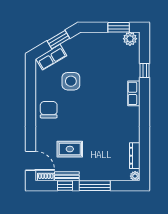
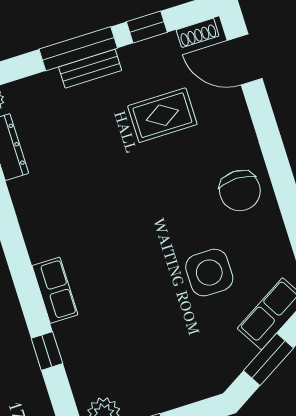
bench: (67, 176) -> (90, 69), moved

